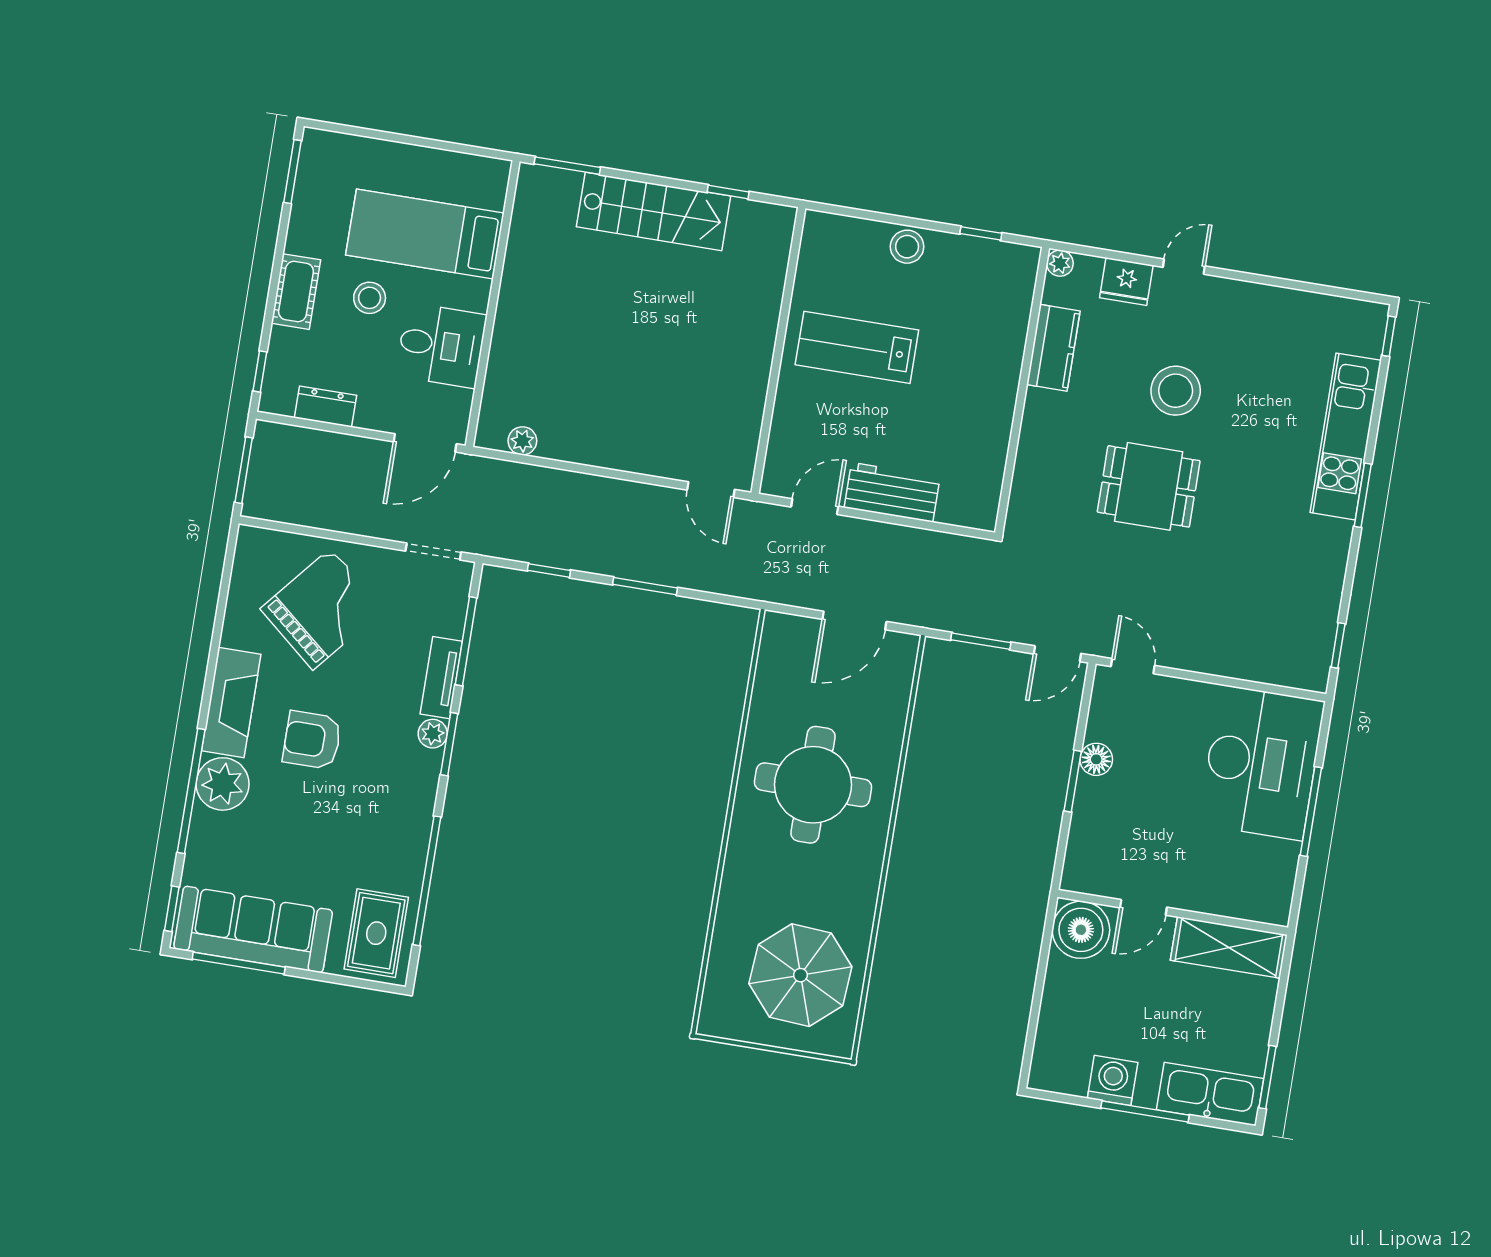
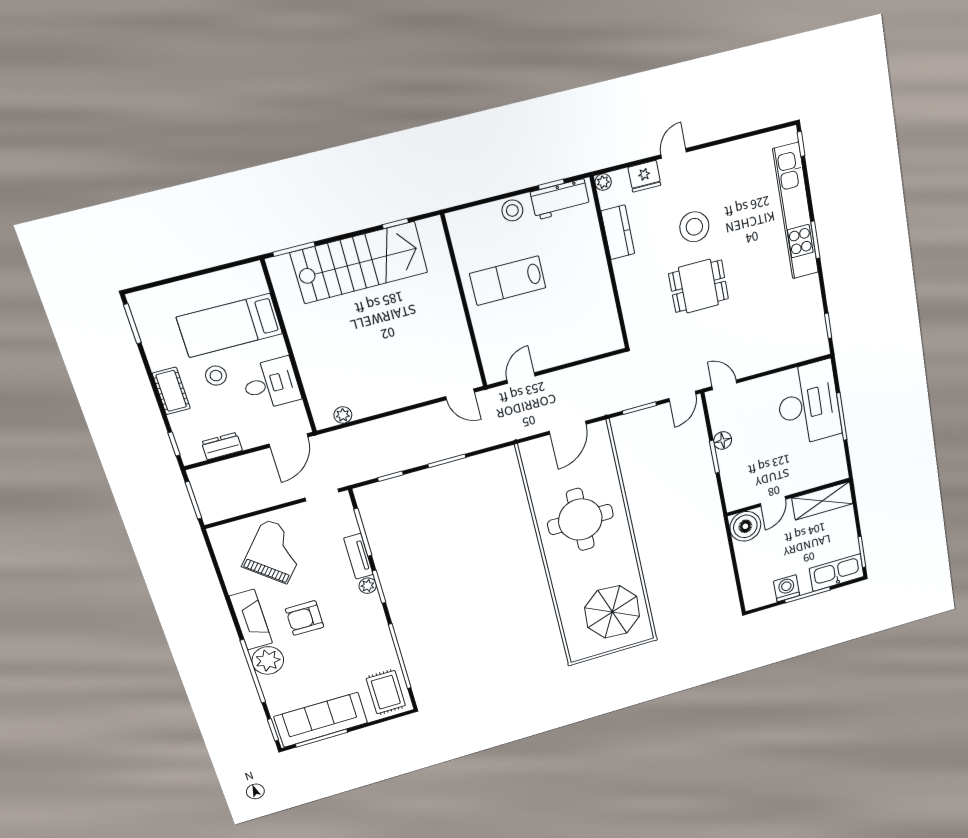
stairs: (653, 211) -> (359, 263), width x1.36, depth x1.51
kitchen unit: (1346, 436) -> (796, 211), width x1.36
workbench: (892, 492) -> (560, 199), moved, turned 180

